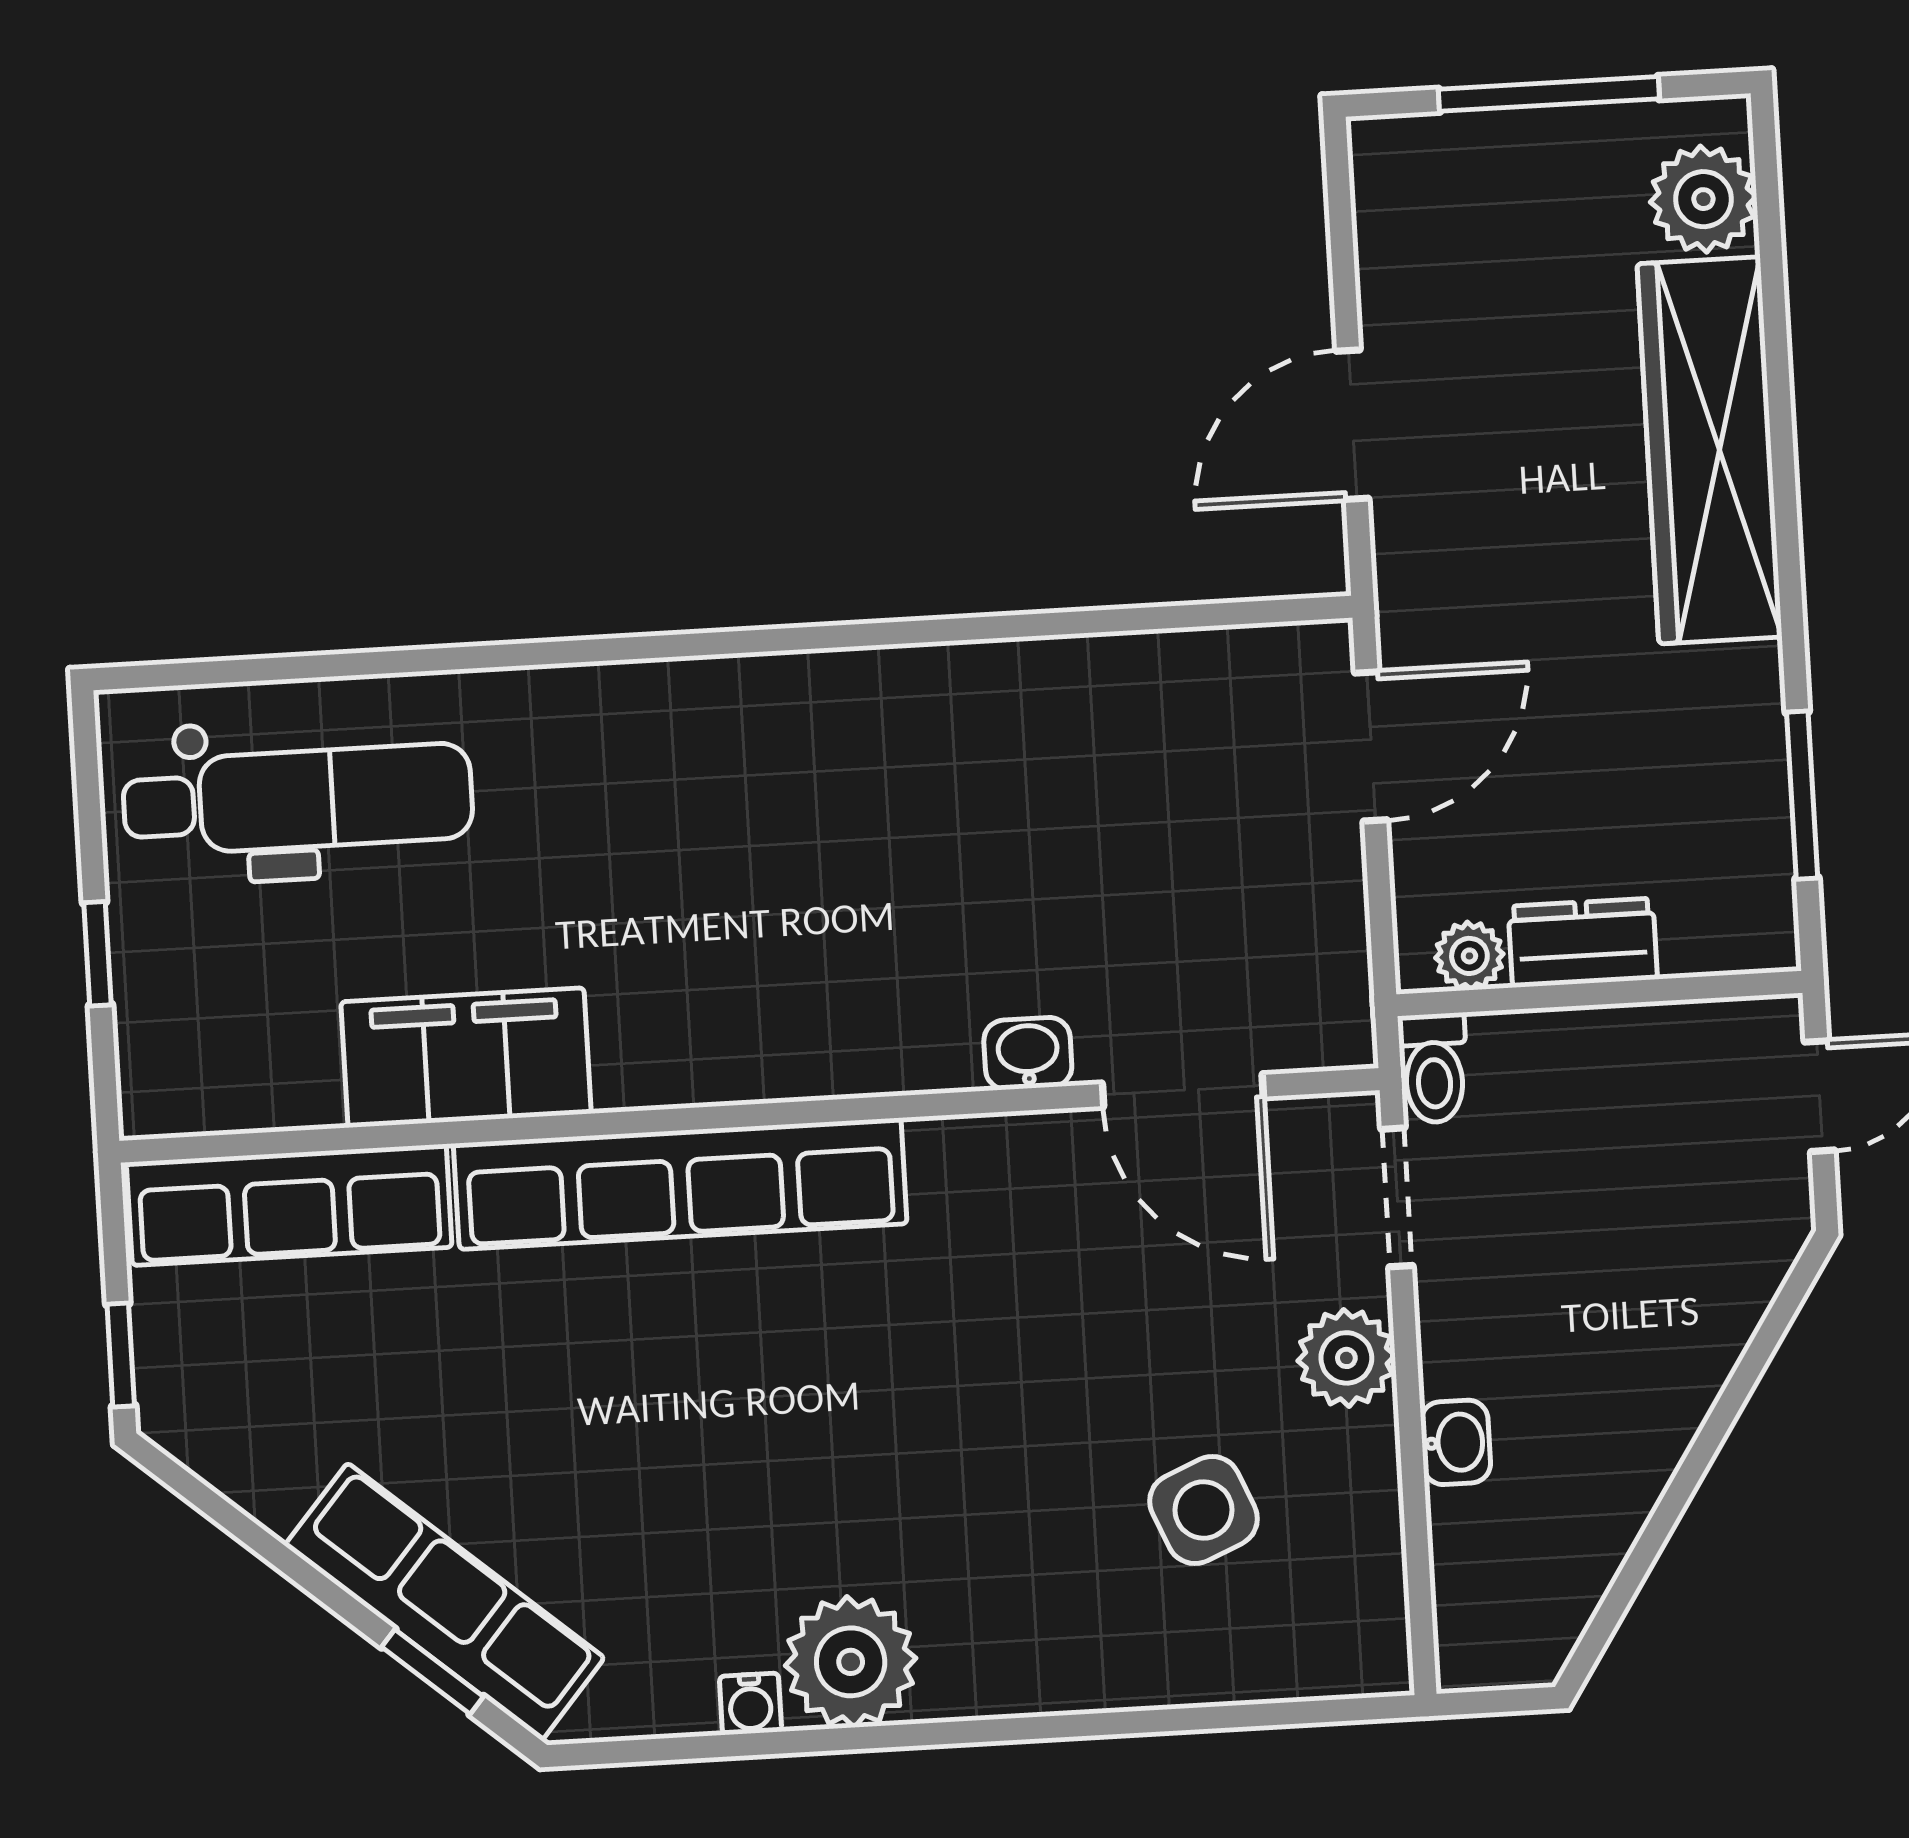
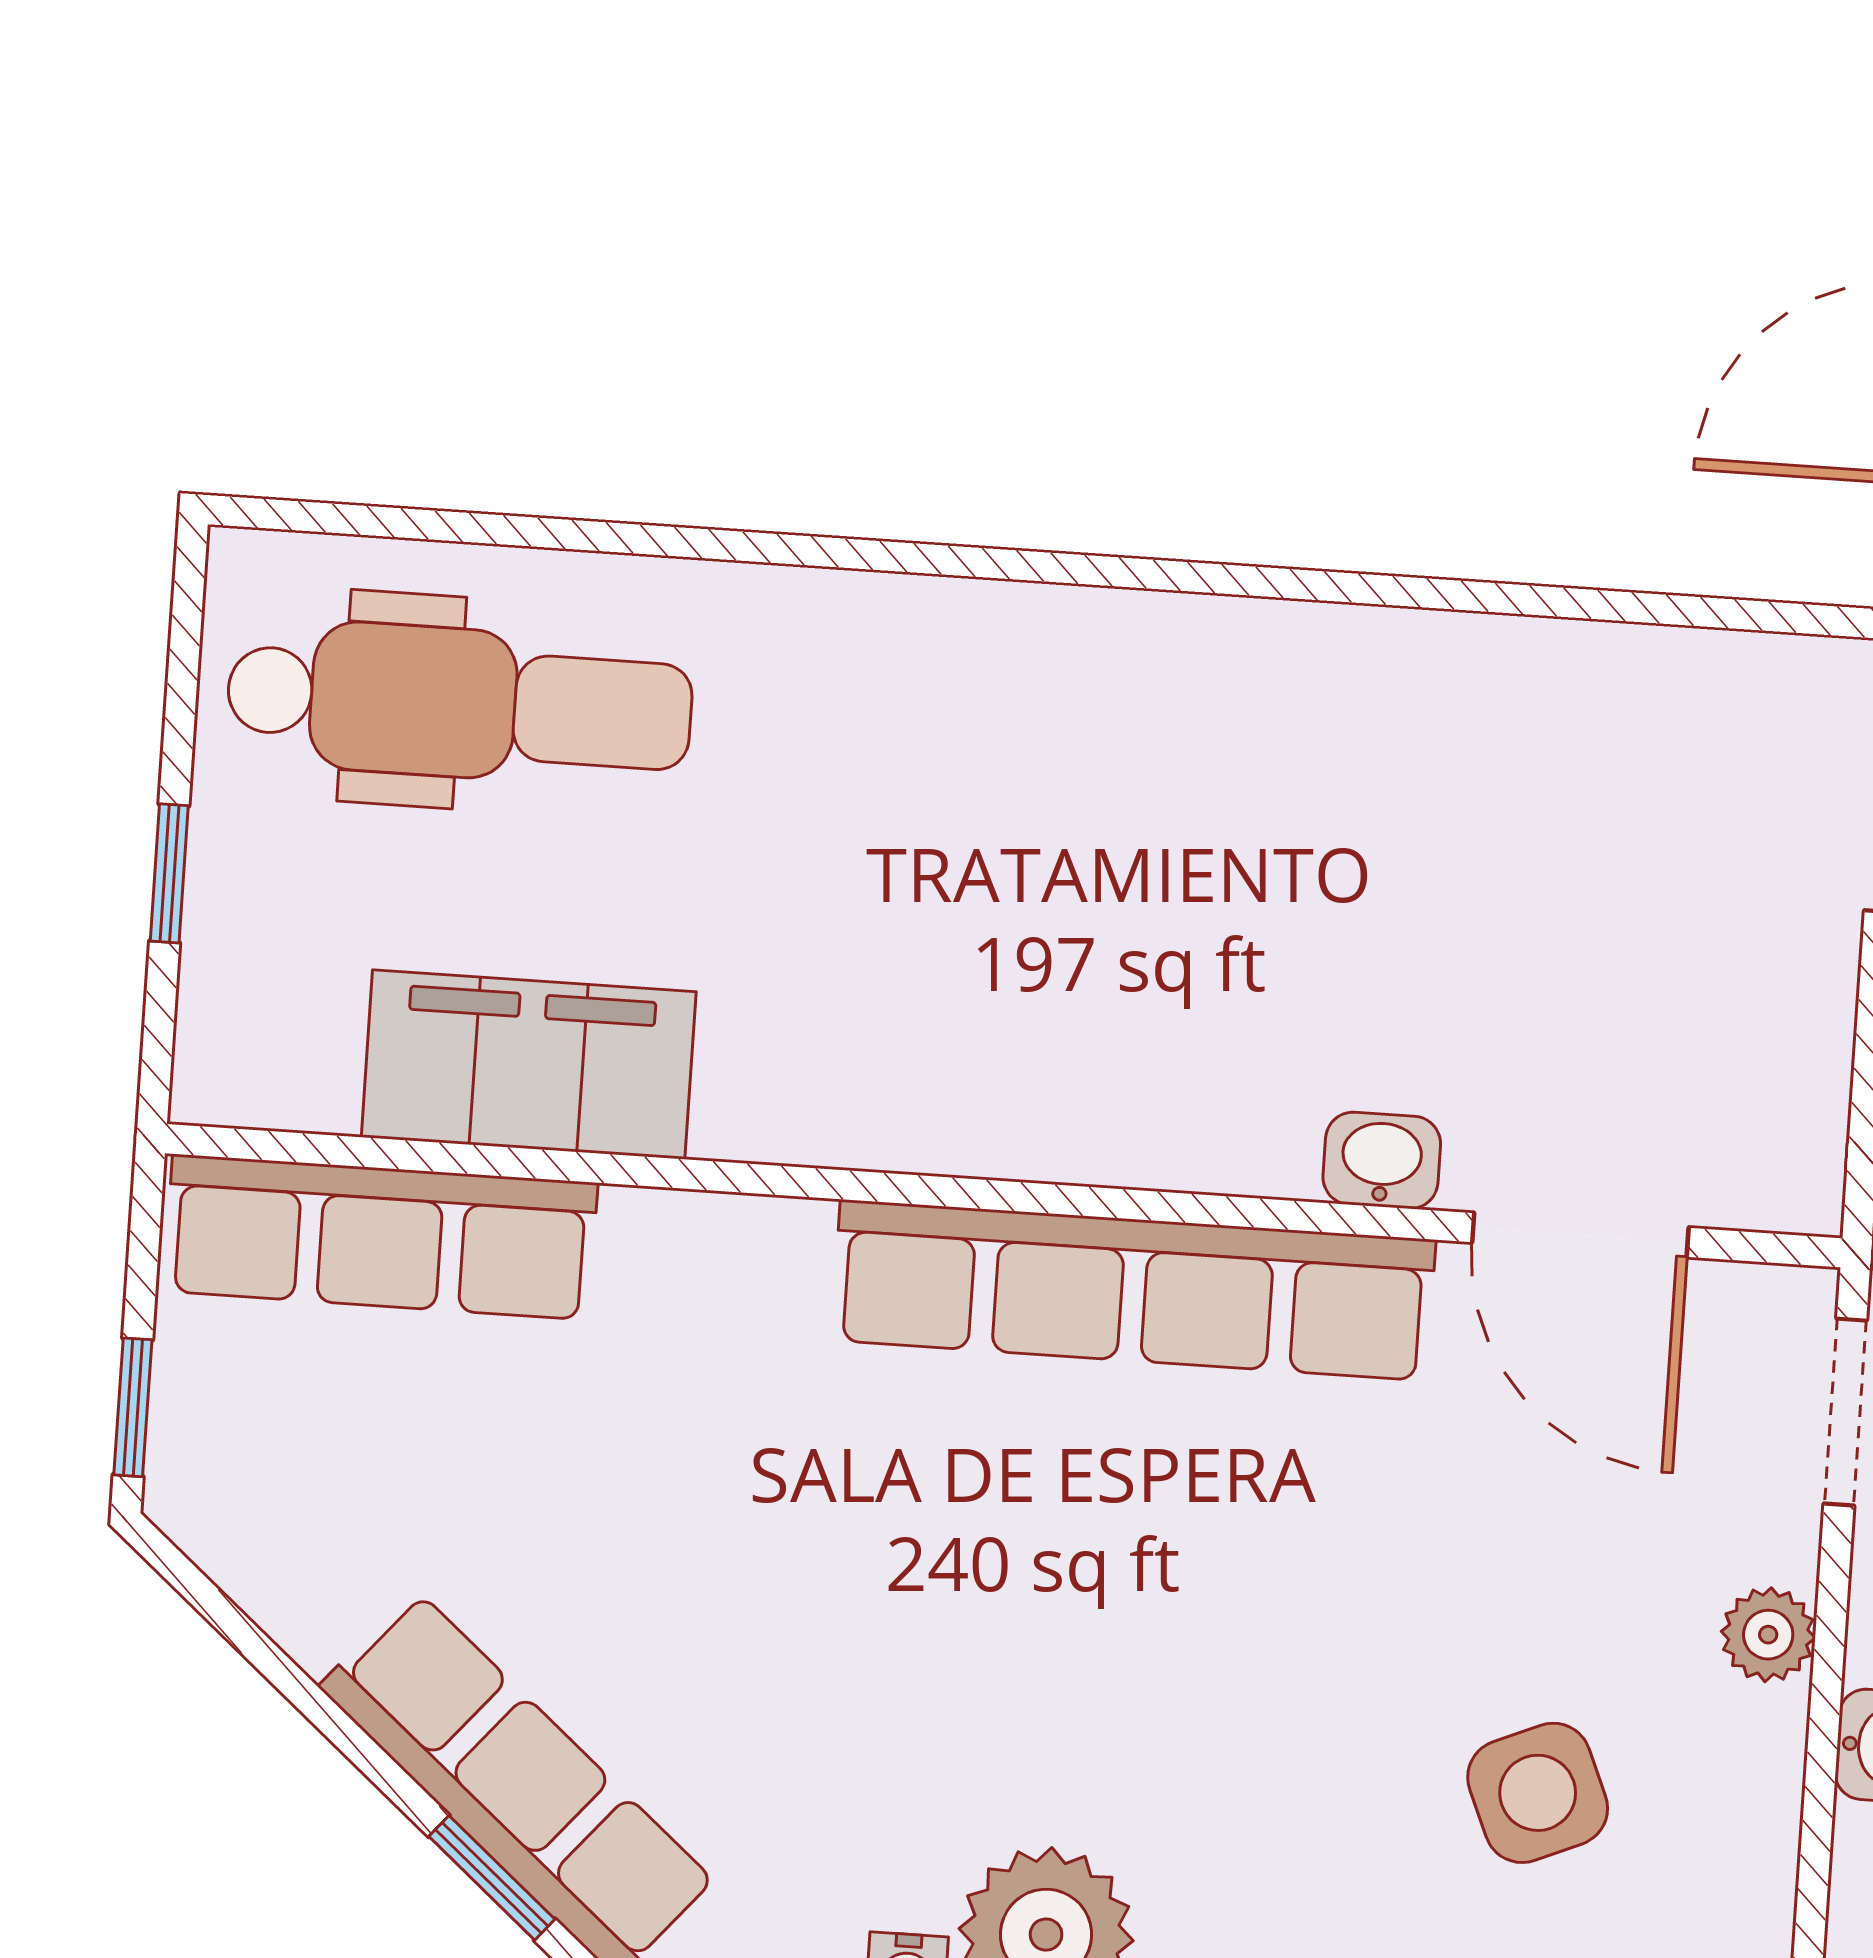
filing cabinet: (466, 1058) -> (529, 1065), moved
row of seats: (680, 1184) -> (1133, 1290), moved
plant: (1346, 1358) -> (1768, 1635), width x0.73, depth x0.73

